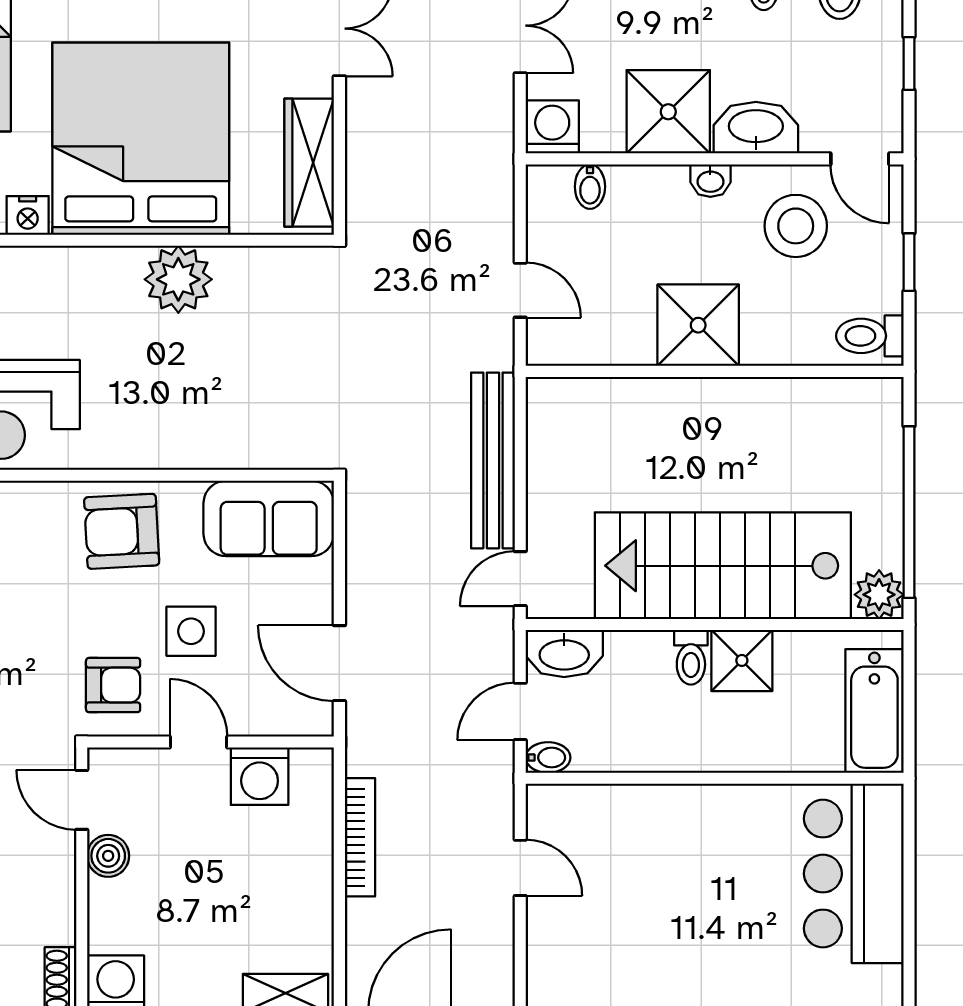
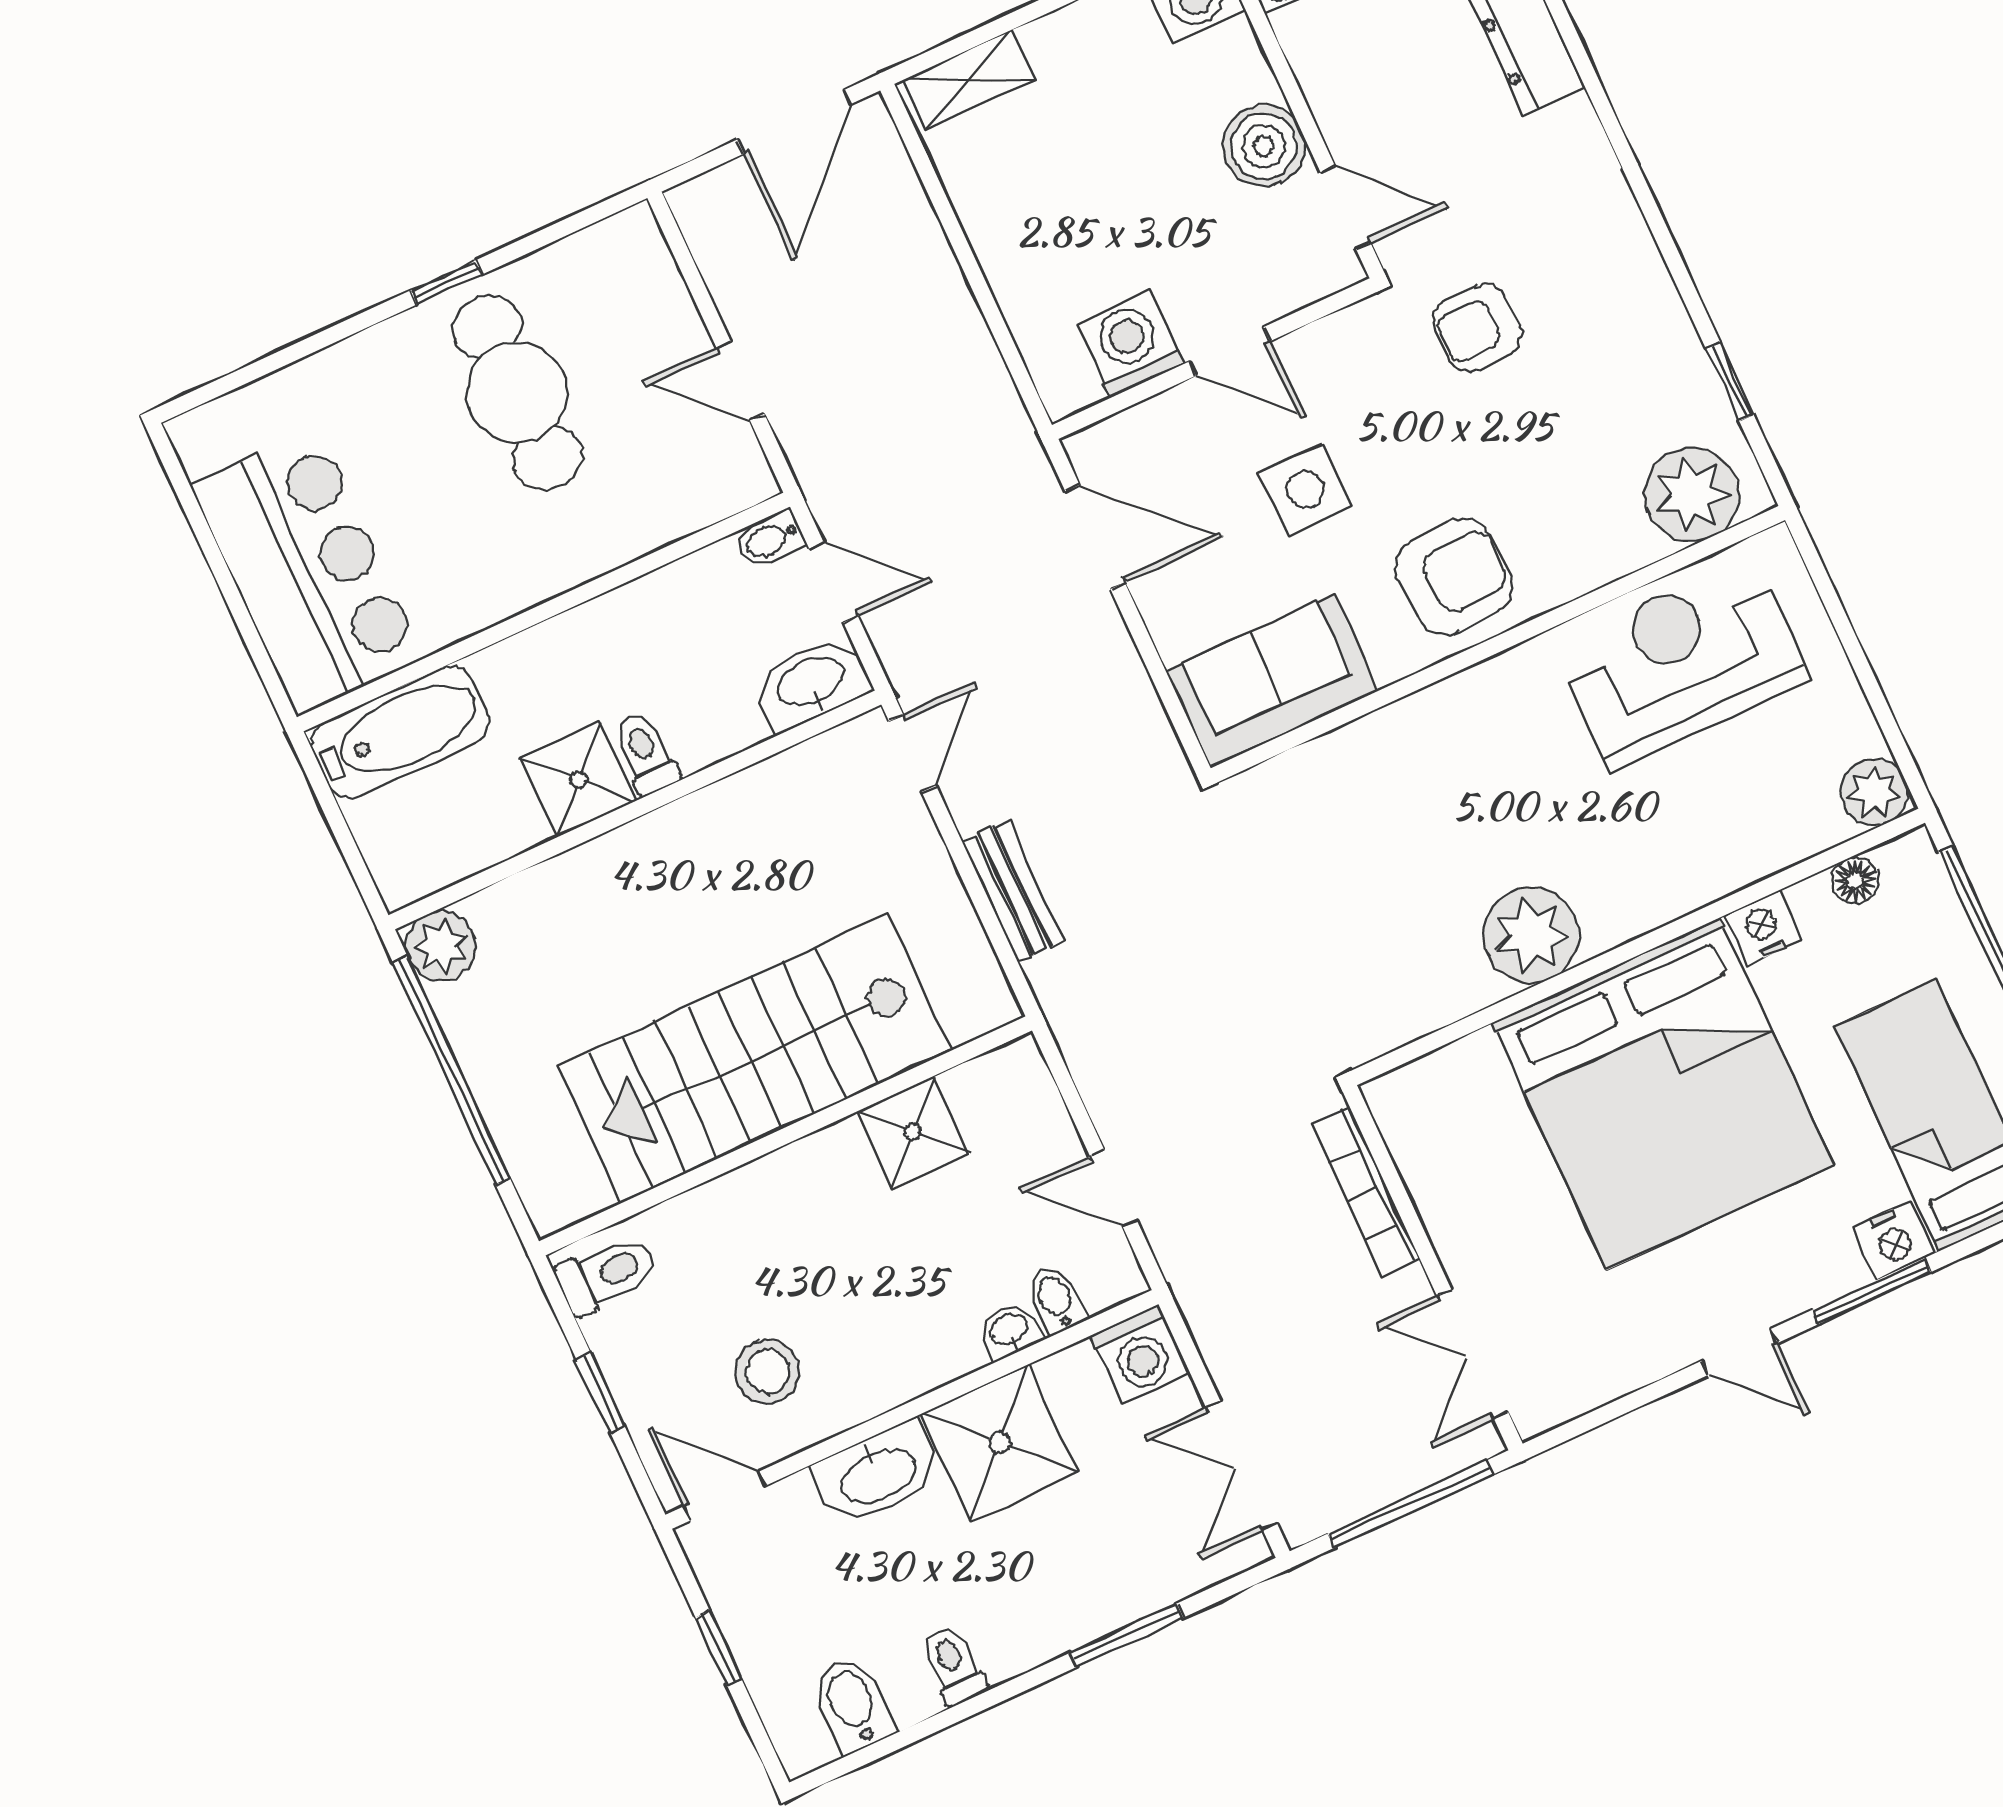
wardrobe: (309, 163) -> (1432, 1163), removed
washbasin: (710, 181) -> (1009, 1330), moved
stool: (796, 226) -> (768, 1371), width x0.73, depth x0.73
door: (520, 290) -> (1114, 1189), moved
shower: (698, 325) -> (913, 1132), moved, width x0.73, depth x0.73
bench: (493, 460) -> (1013, 892), width x0.54, depth x0.82
stairs: (723, 566) -> (755, 1058), moved, turned 180
armchair: (113, 685) -> (1477, 328), moved
door: (520, 711) -> (834, 582), hinge flipped
bathtub: (874, 711) -> (400, 732), moved, turned 90
bookcase: (360, 837) -> (1366, 1192), moved
boiler: (108, 856) -> (1264, 146), width x1.36, depth x1.36
cafe table: (667, 926) -> (517, 392), added

